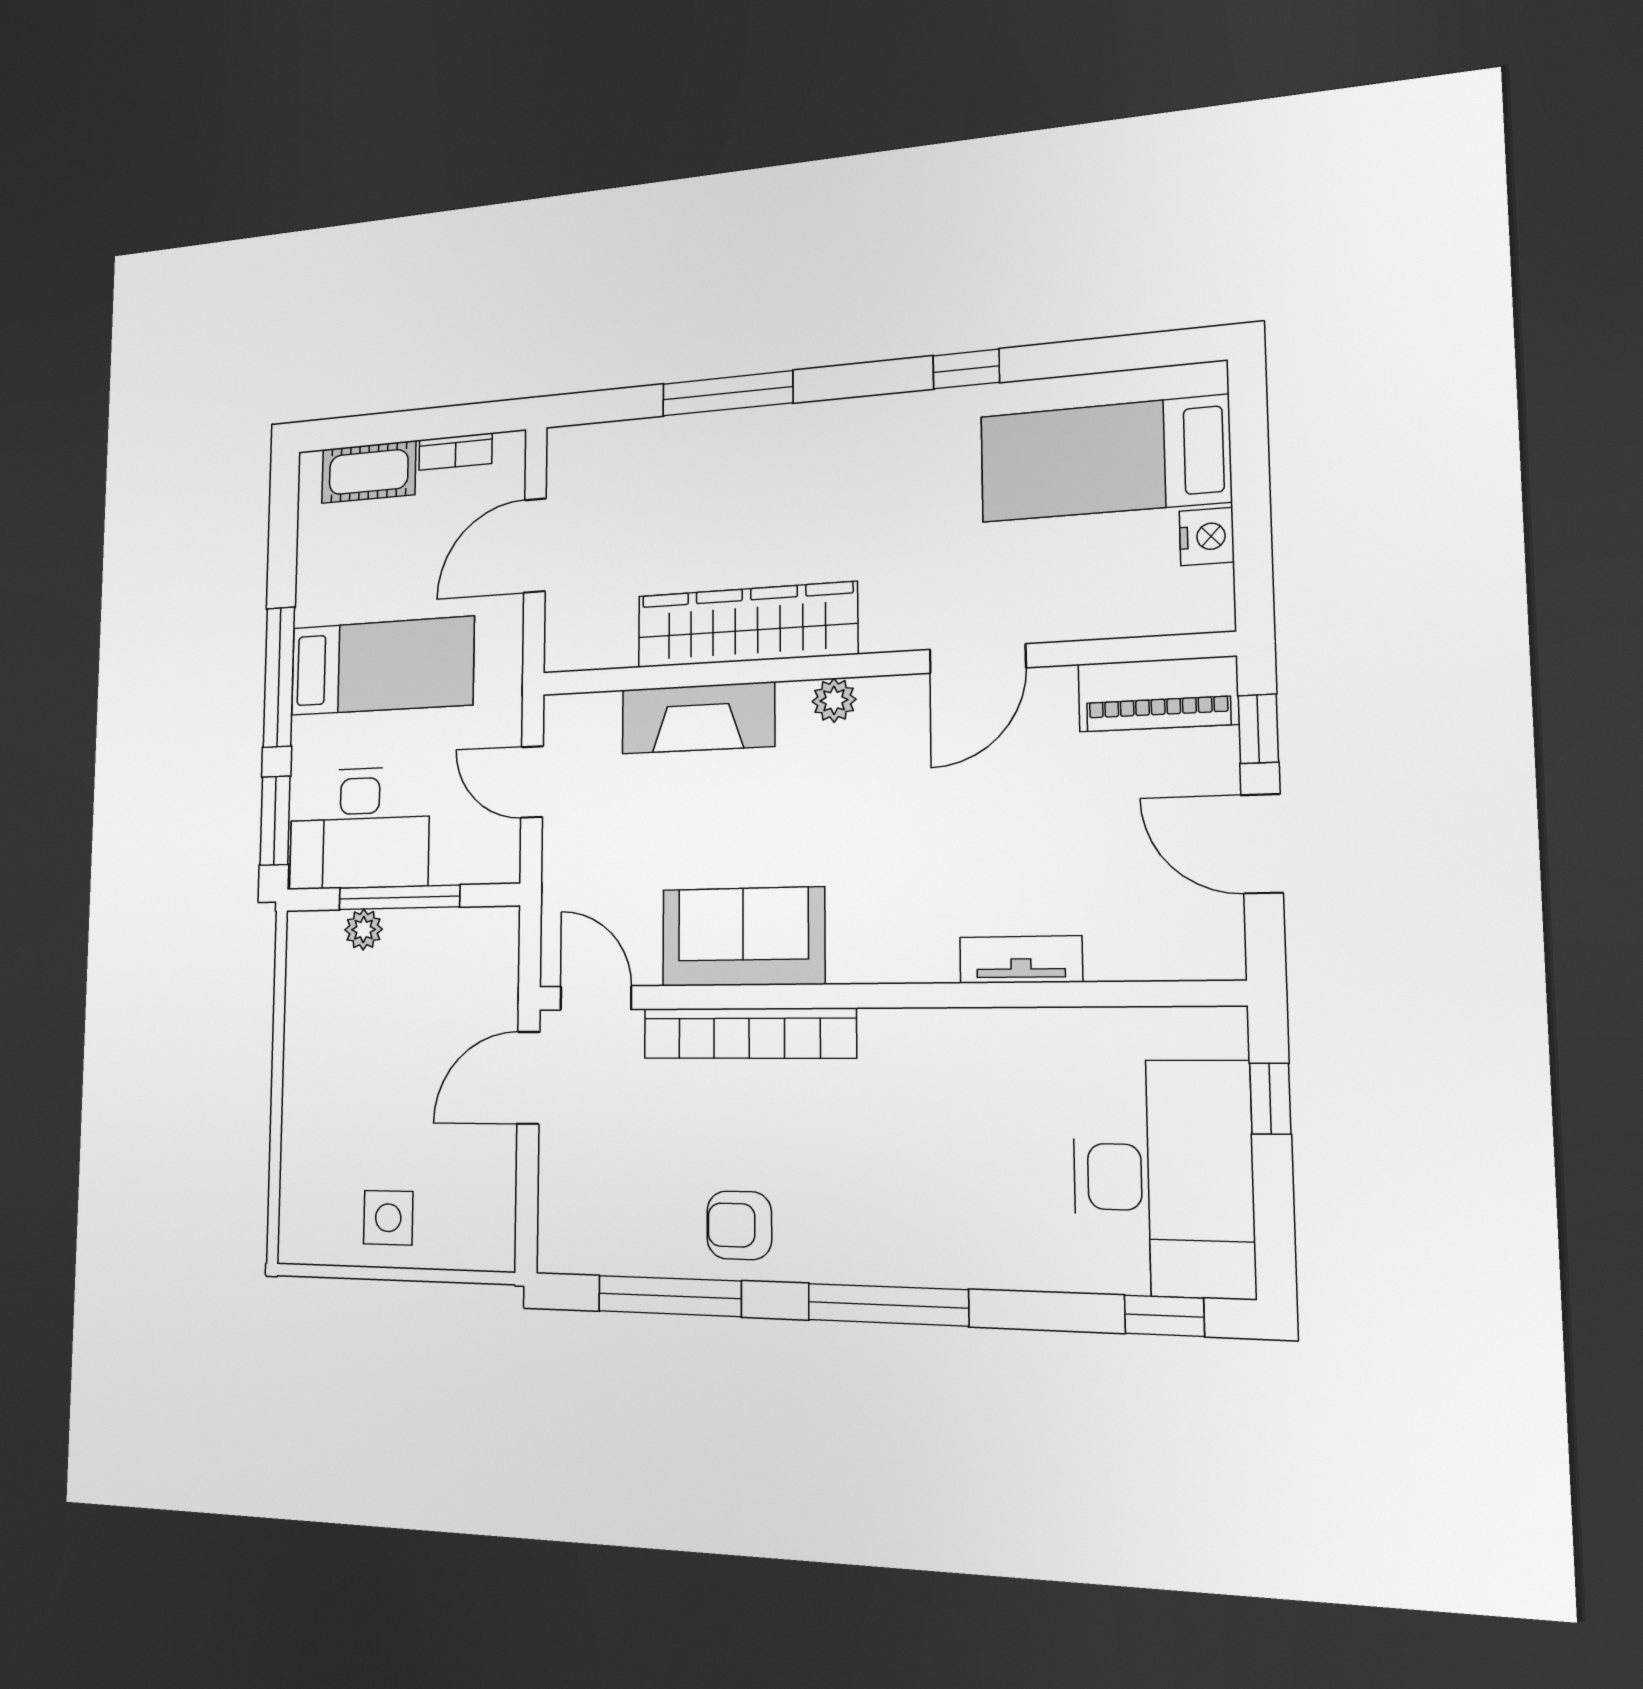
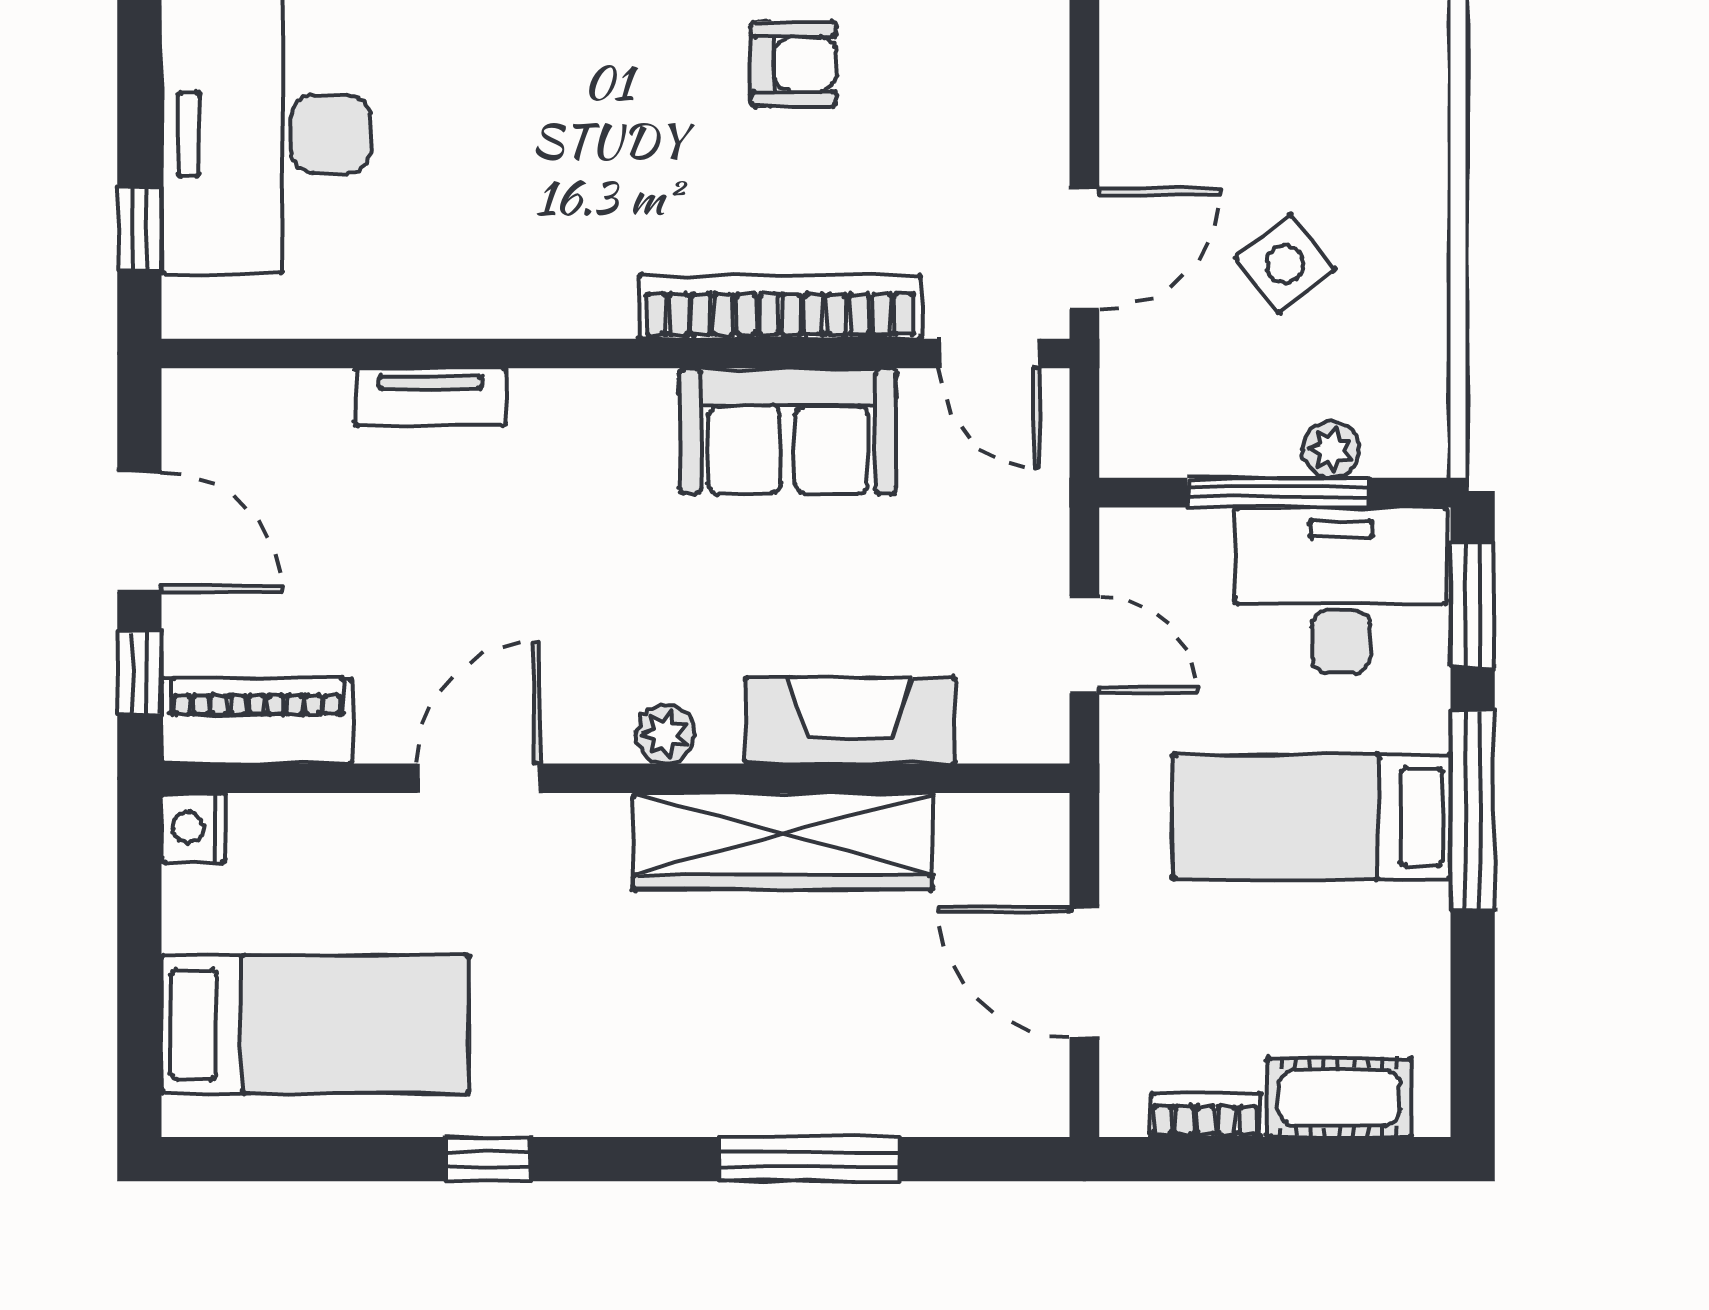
nightstand: (1207, 537) -> (193, 828), moved
door: (535, 545) -> (1084, 972), swing flipped
side table: (388, 1218) -> (1285, 264), moved, turned -38

